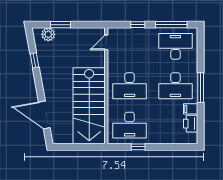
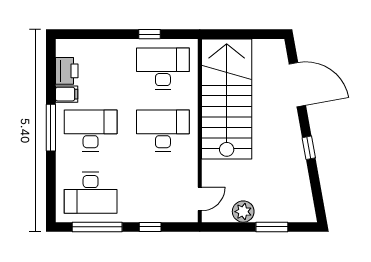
plant: (48, 34) -> (243, 212), moved
window: (34, 60) -> (309, 148), moved

